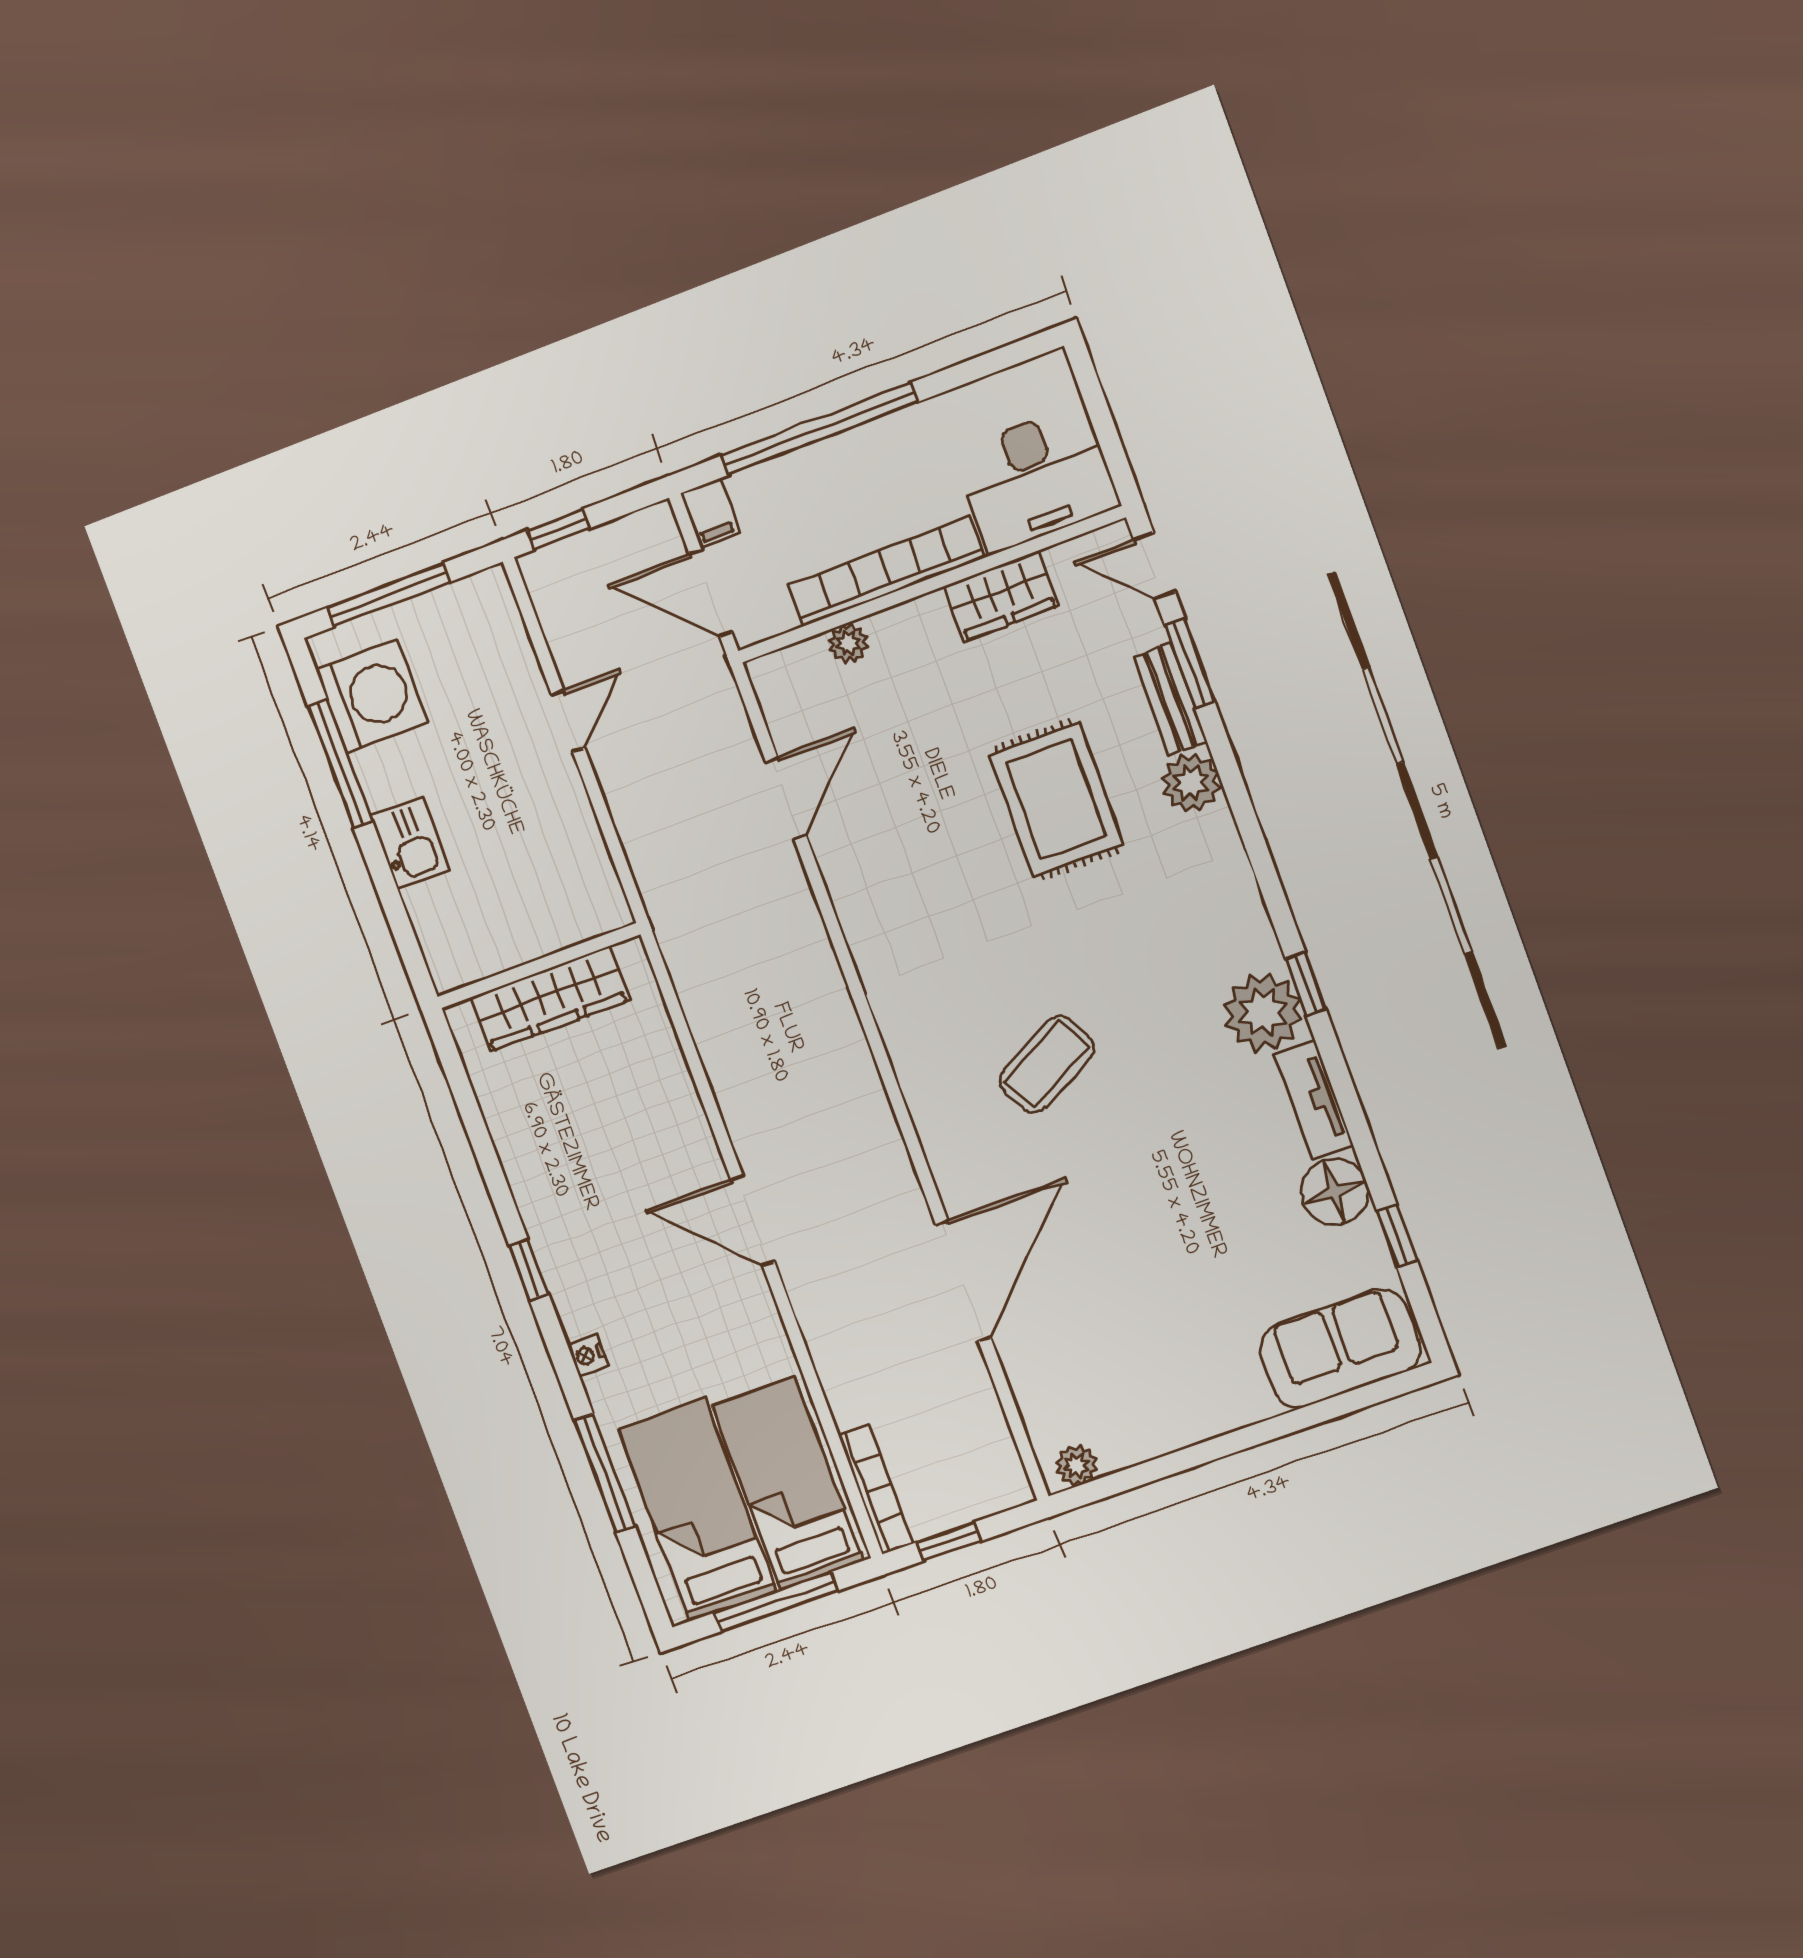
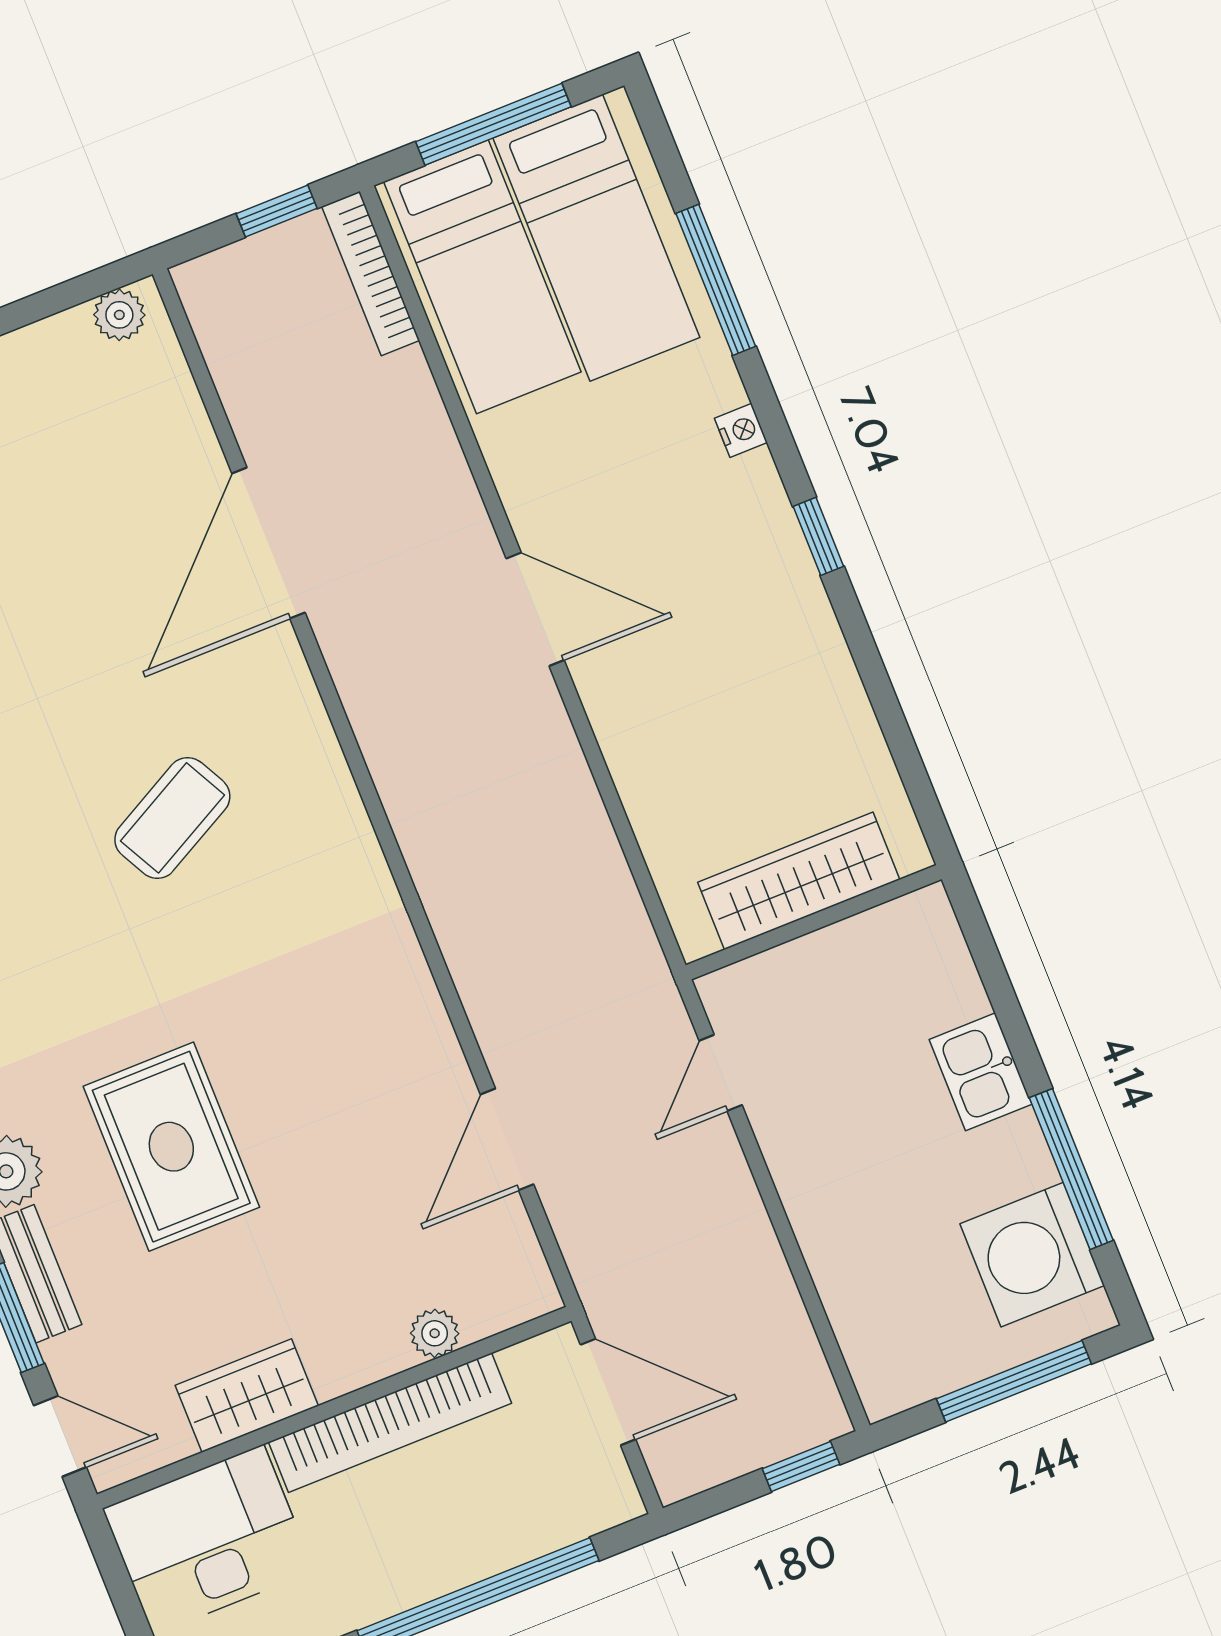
filing cabinet: (710, 513) -> (610, 1491), removed
door: (568, 721) -> (721, 1073), moved

